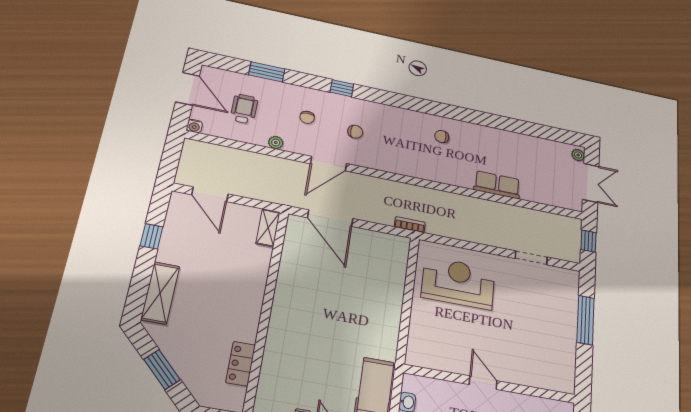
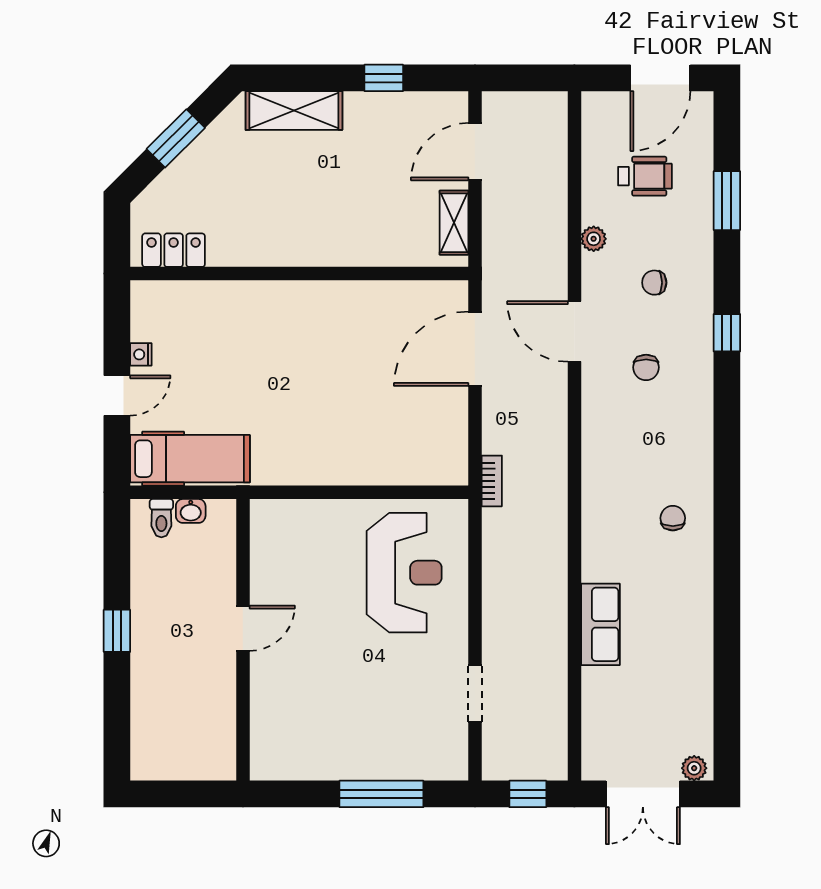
water cooler: (194, 126) -> (593, 103), removed
shelving: (268, 228) -> (454, 223), moved, turned 90
locker: (241, 364) -> (174, 250), moved

